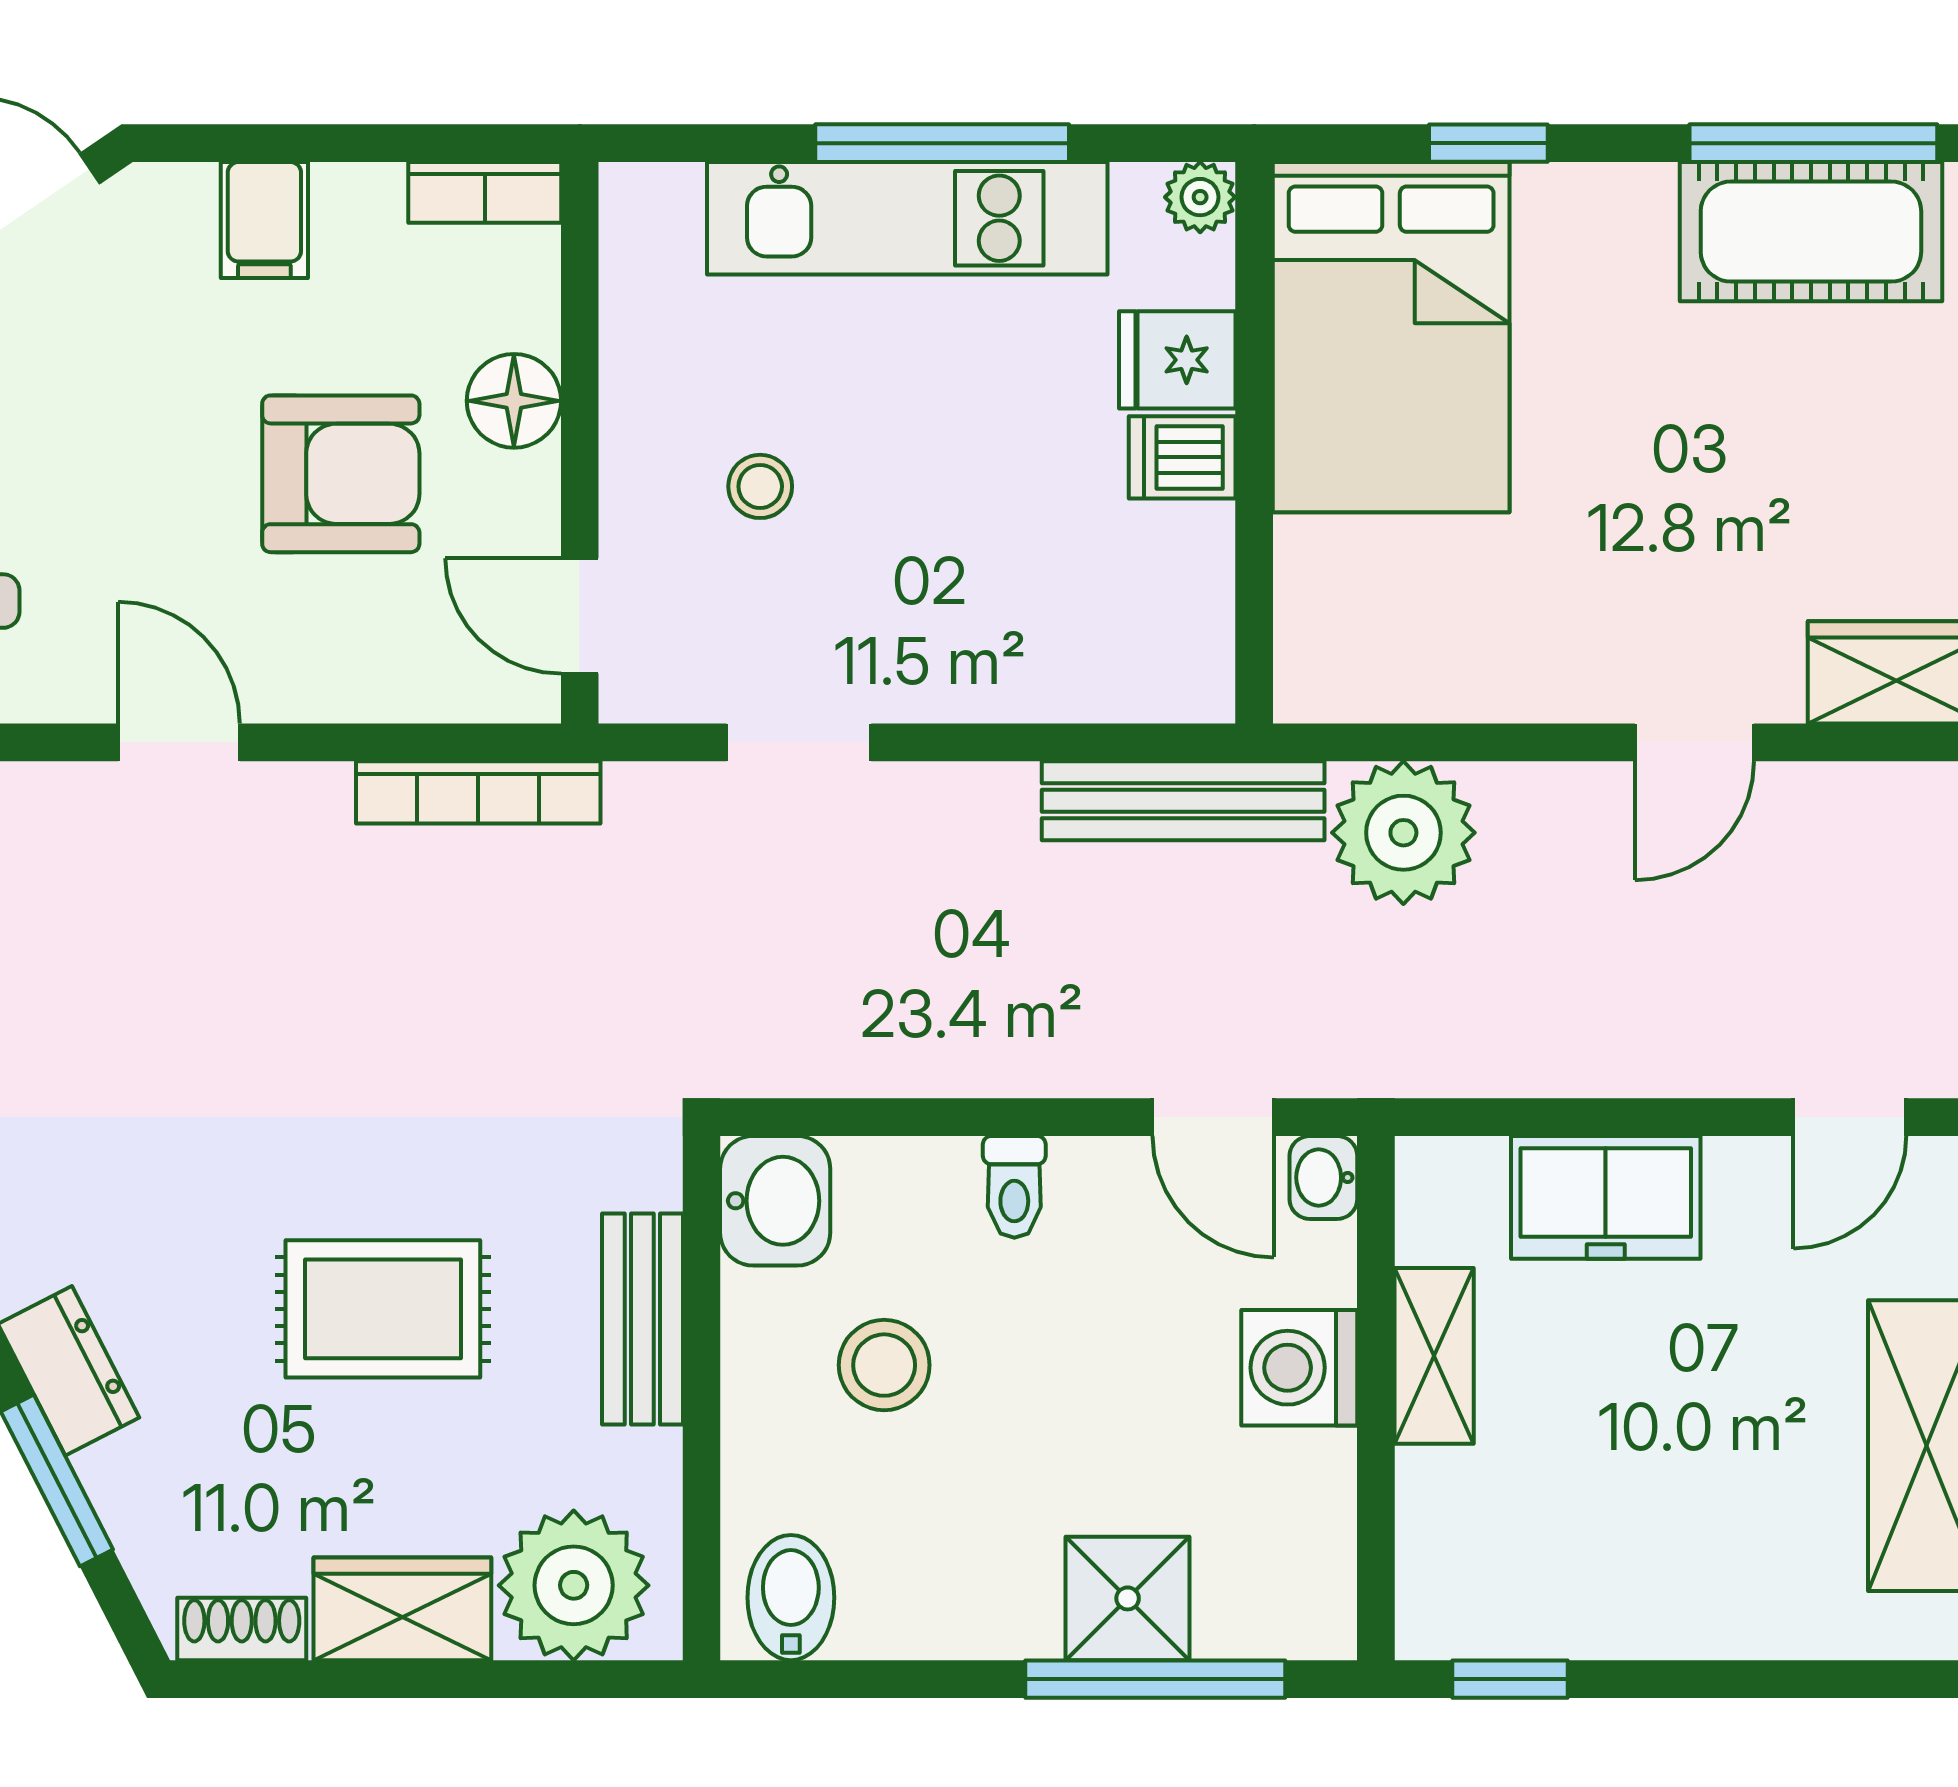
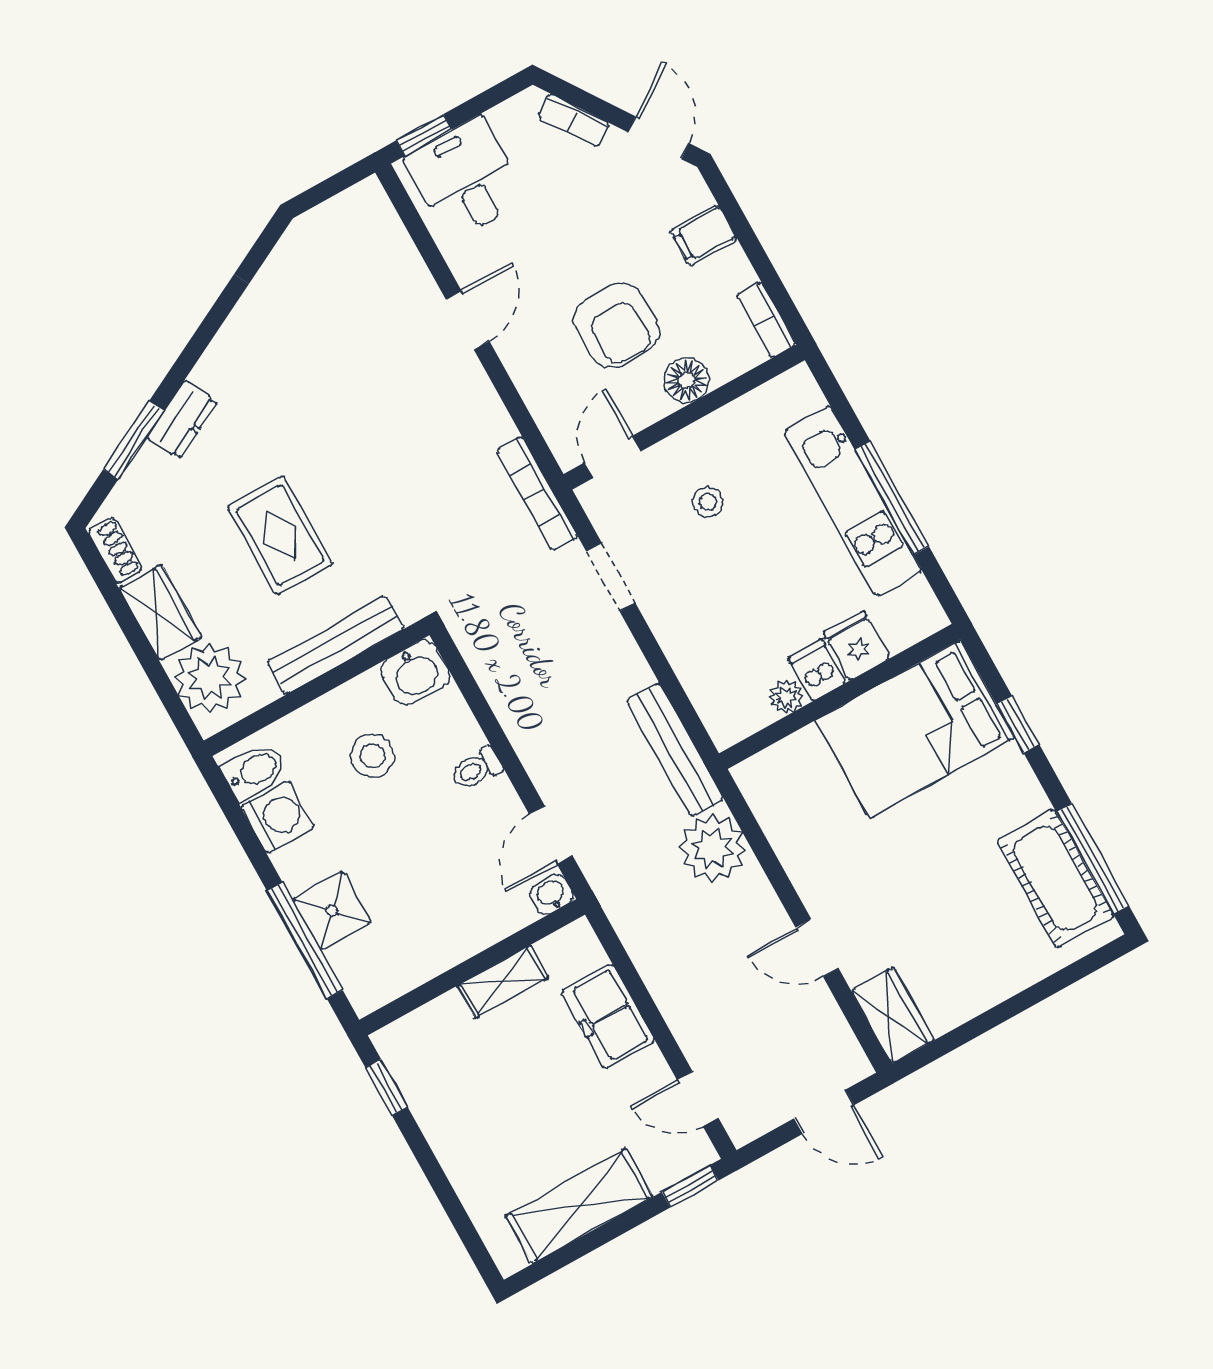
plant: (1200, 197) -> (786, 697), moved
bookcase: (478, 792) -> (537, 493), moved
bench: (642, 1319) -> (336, 645), width x1.36
washing machine: (1299, 1368) -> (278, 817), moved, turned 90

